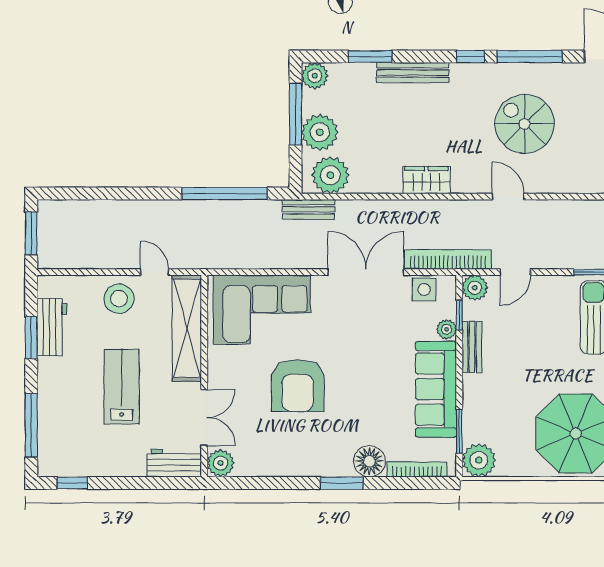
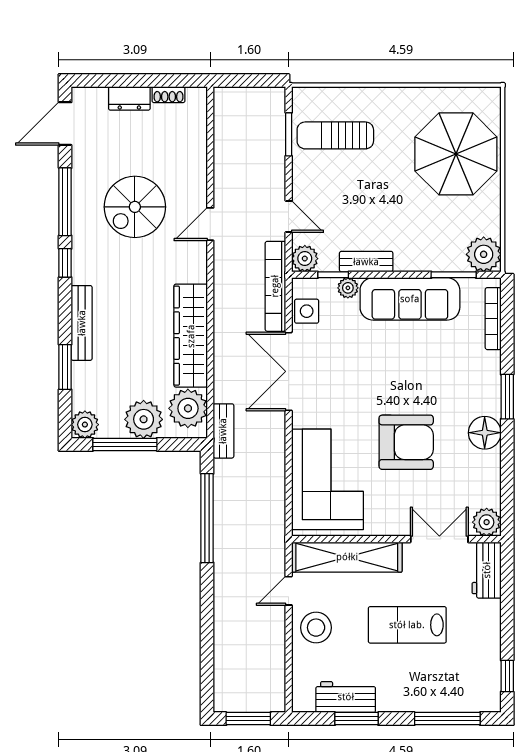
wardrobe: (426, 180) -> (191, 336), width x2.10, depth x1.17
floor lamp: (369, 461) -> (485, 433), moved

